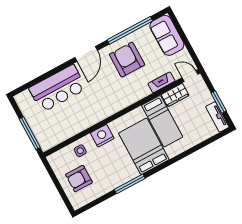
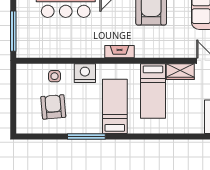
fireplace: (161, 82) -> (119, 52), moved
bed: (144, 146) -> (115, 106), width x0.67
armchair: (79, 179) -> (53, 107), moved, turned 85

